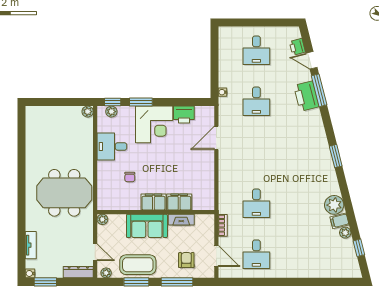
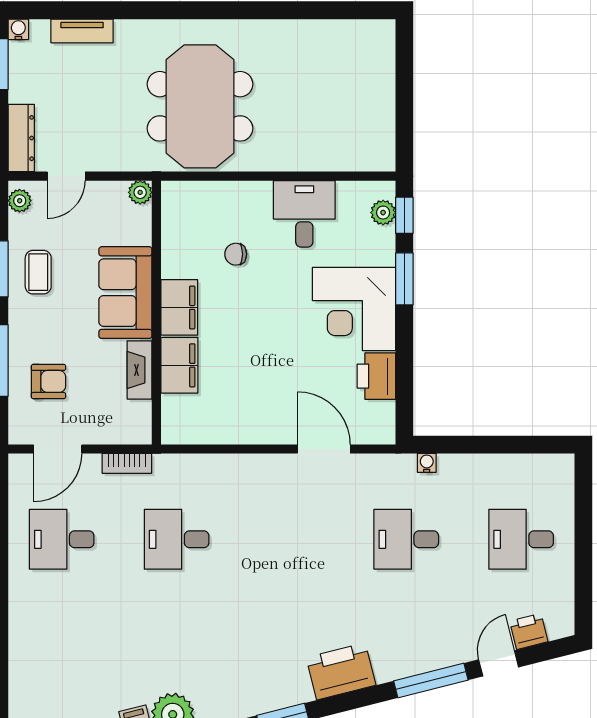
printer: (306, 96) -> (341, 671), moved
plant: (88, 112) -> (383, 159), removed
coffee table: (138, 265) -> (38, 272), width x0.54, depth x0.58

